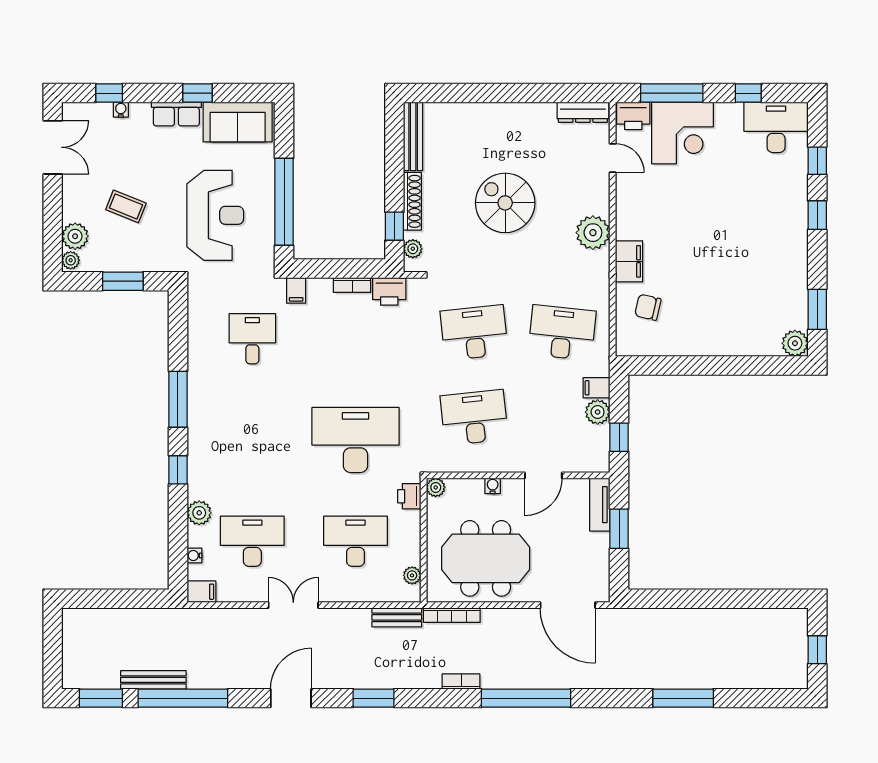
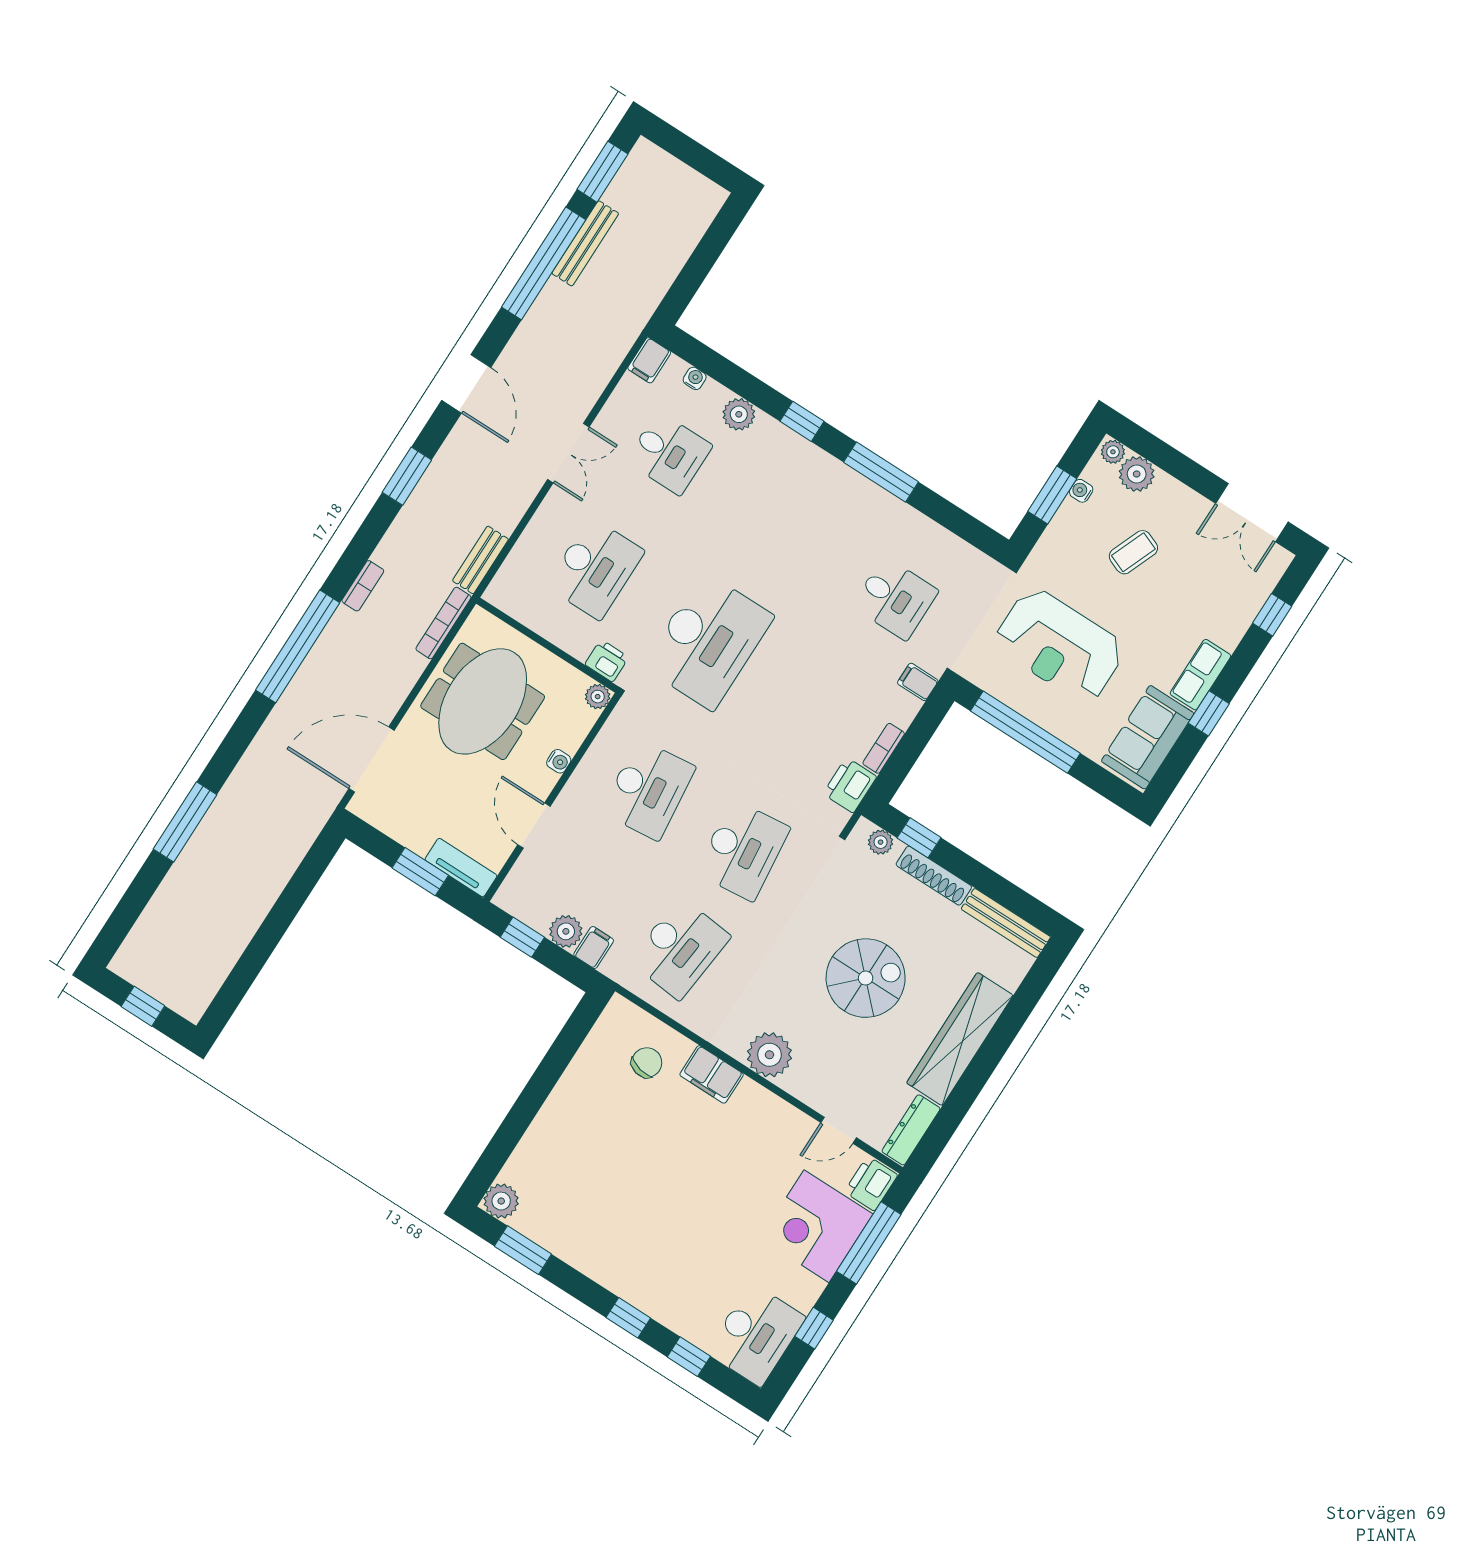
water cooler: (121, 110) -> (1081, 491), moved, turned 180
wardrobe: (505, 118) -> (960, 1039), added
desk: (252, 541) -> (669, 453), width x0.73
plant: (412, 575) -> (516, 607), removed

